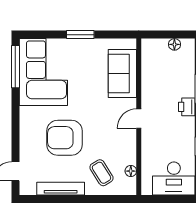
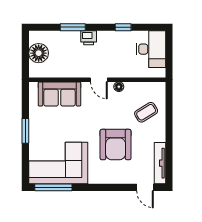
floor lamp: (174, 44) -> (39, 53), width x1.89, depth x1.89
floor lamp: (131, 171) -> (119, 87), moved
tv unit: (61, 189) -> (160, 163), moved

